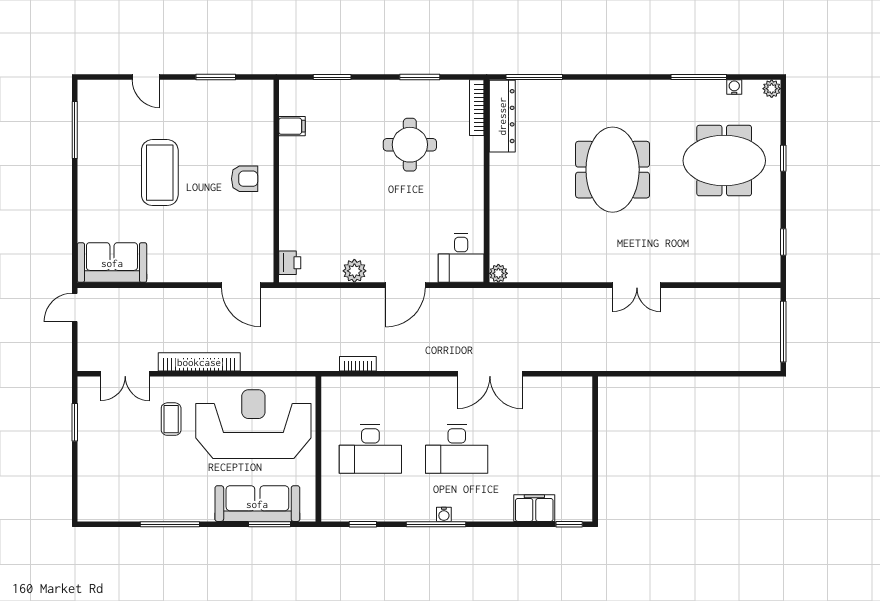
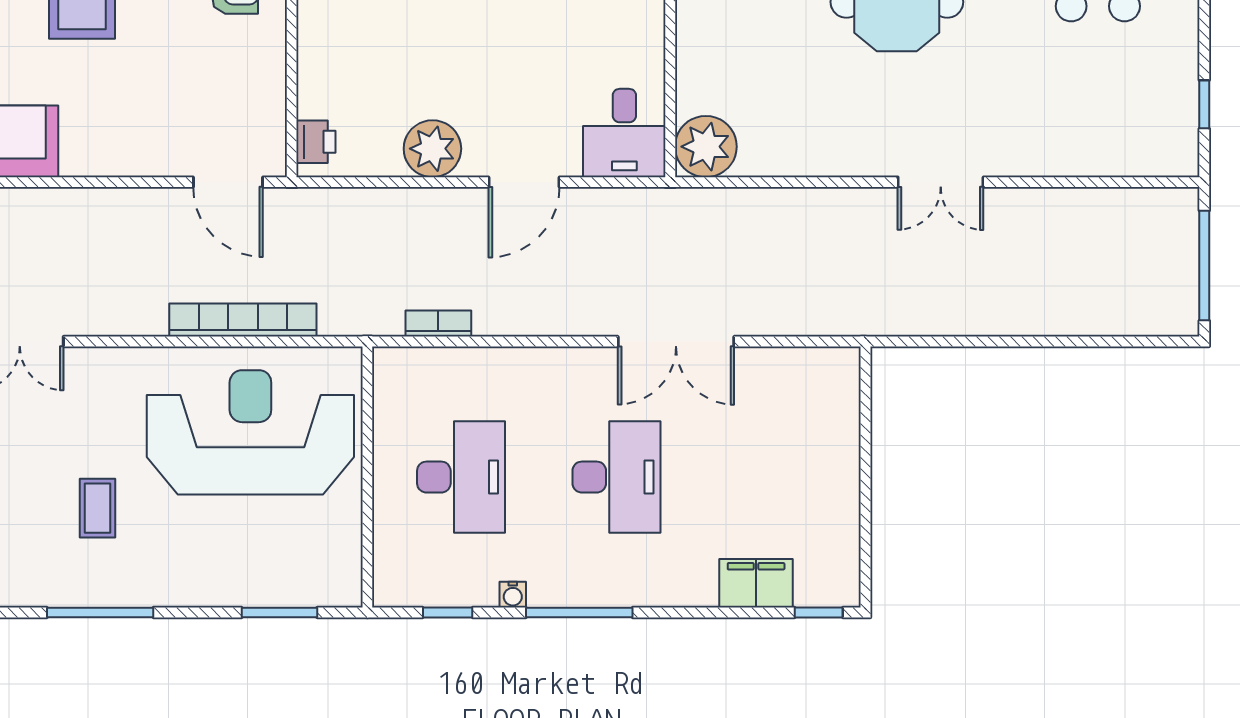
plant: (354, 271) -> (432, 149), width x1.36, depth x1.36
plant: (498, 273) -> (706, 147), width x1.87, depth x1.87
bookcase: (199, 362) -> (243, 320), moved
coffee table: (171, 419) -> (98, 508), moved
desk: (370, 449) -> (461, 477), turned -90
desk: (457, 449) -> (616, 477), turned -90
sofa: (257, 504) -> (258, 575), removed
water cooler: (444, 514) -> (513, 595), moved

